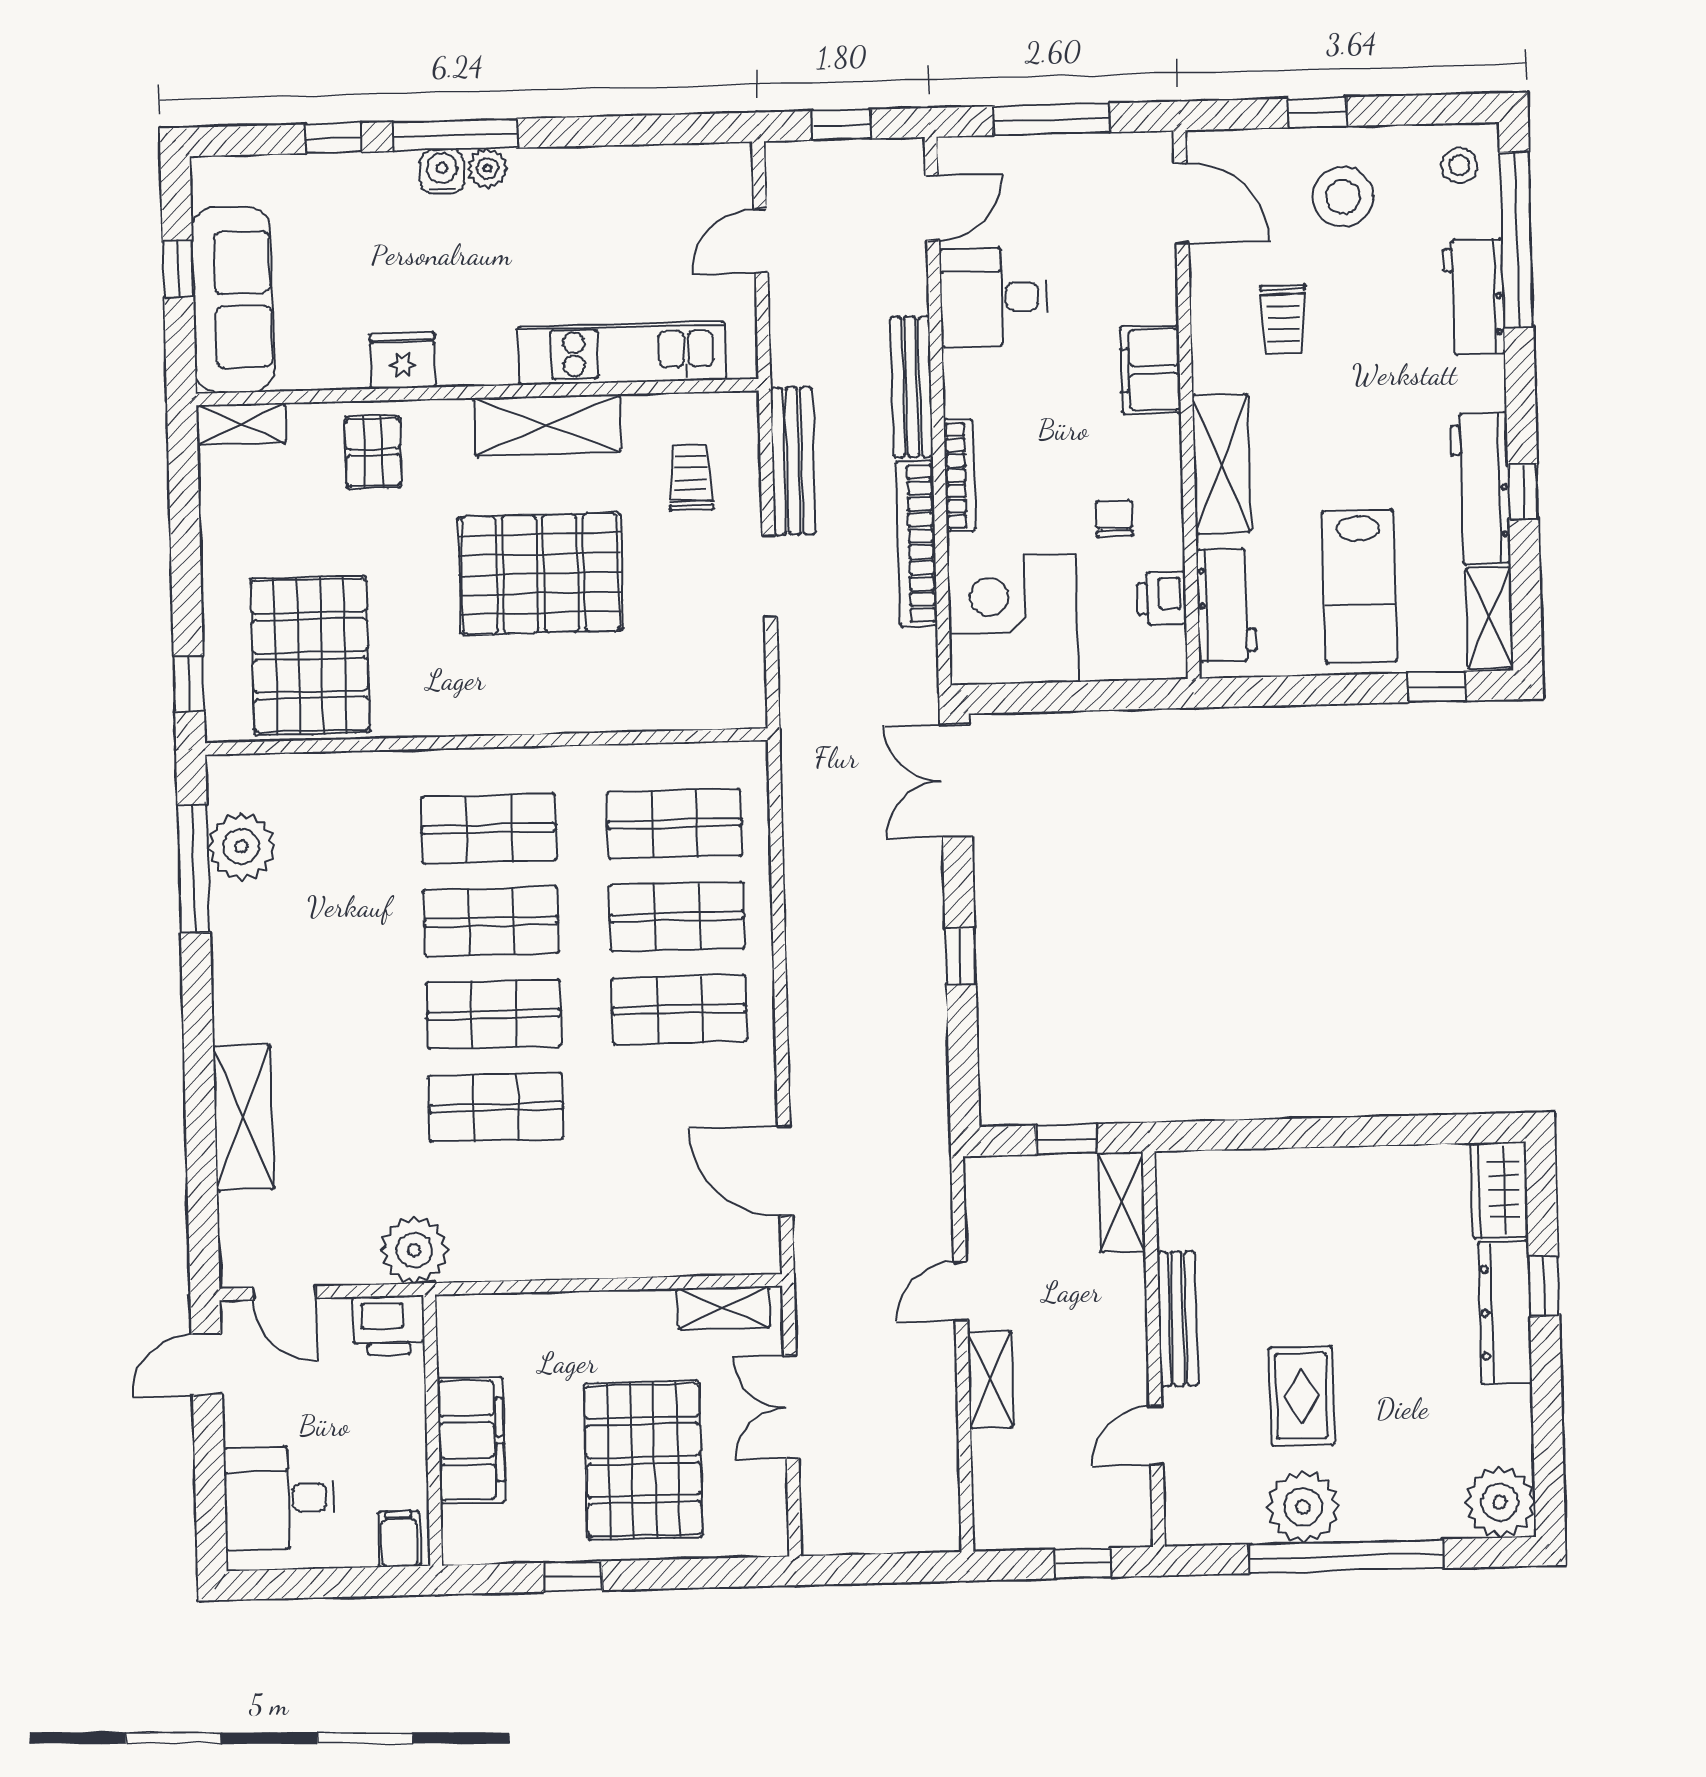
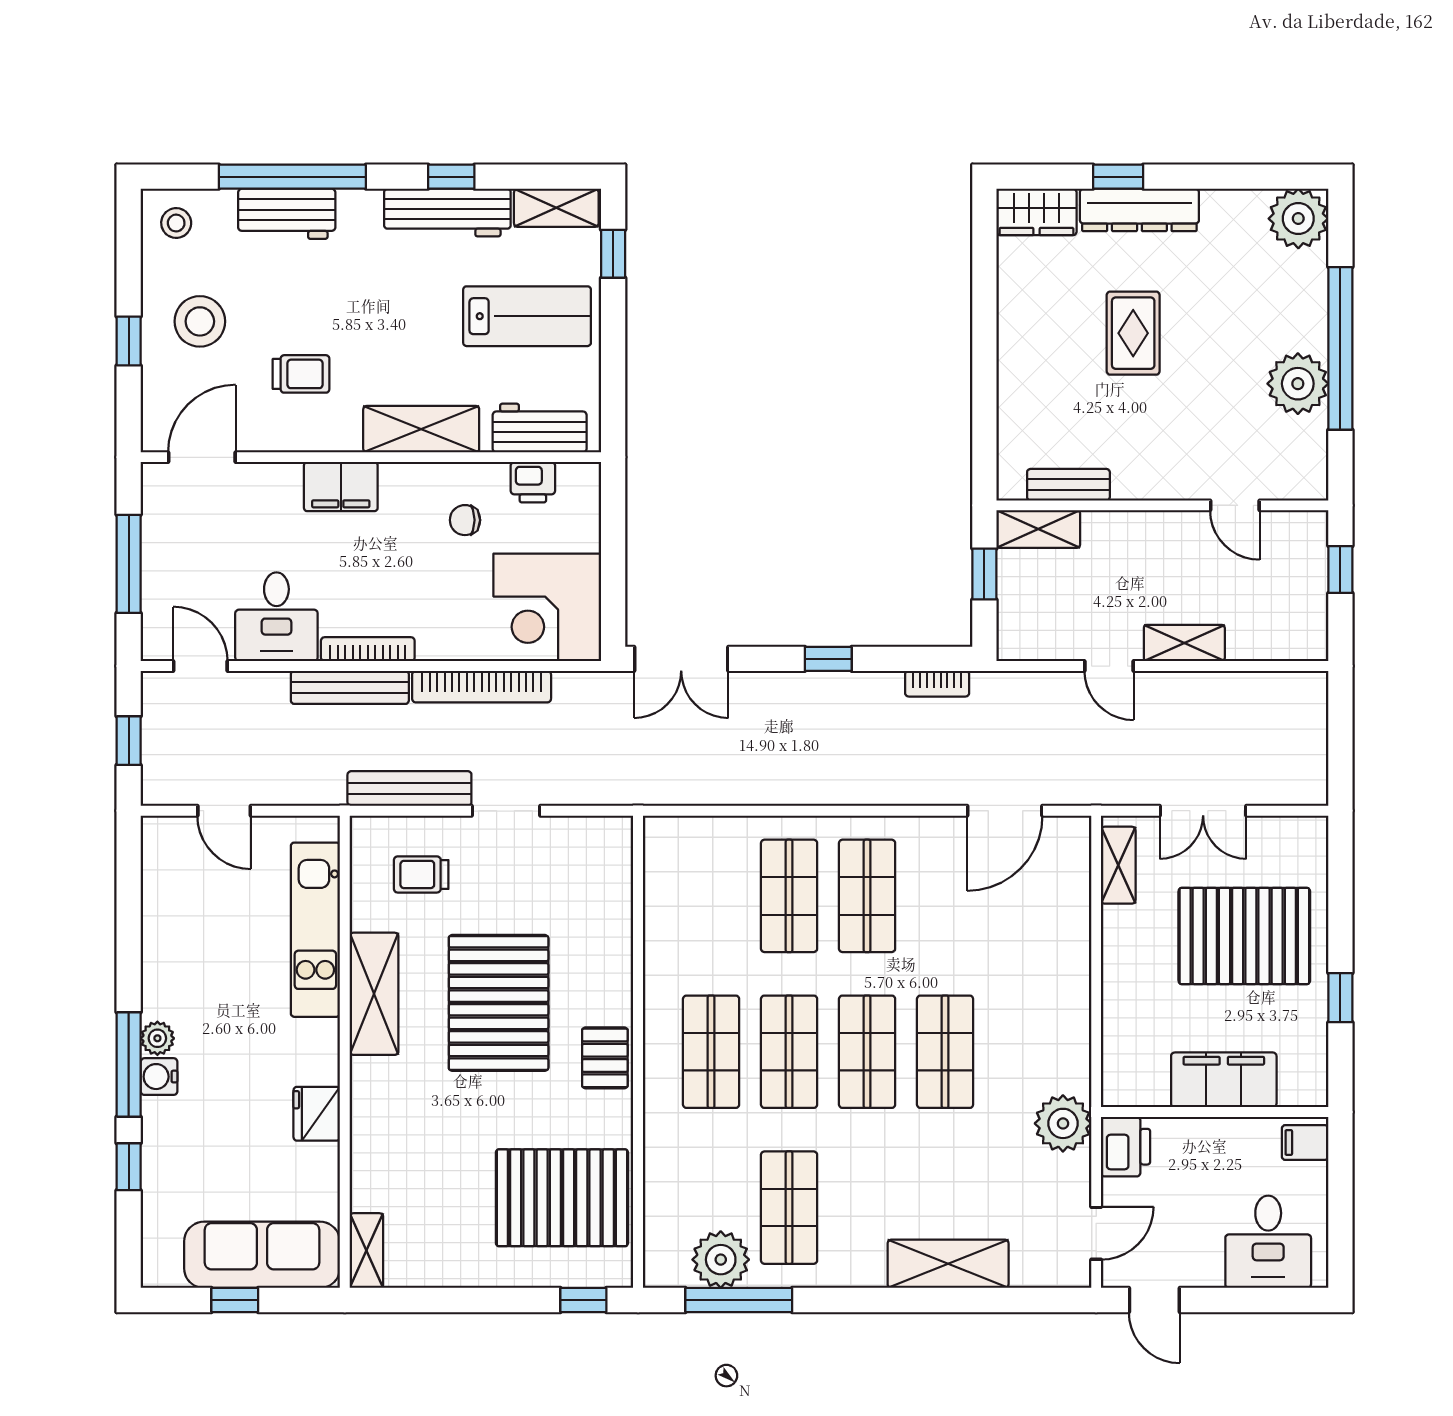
window: (1517, 240) -> (292, 177), moved
pallet: (373, 452) -> (605, 1058), moved, turned 90
bookcase: (959, 476) -> (368, 649), moved
shop shelf: (674, 824) -> (789, 1208), moved
bookcase: (934, 1086) -> (937, 684), added
bench: (1178, 1319) -> (1068, 485), moved, width x0.73
rug: (1302, 1396) -> (1133, 333), moved, turned 90

